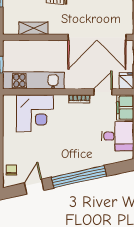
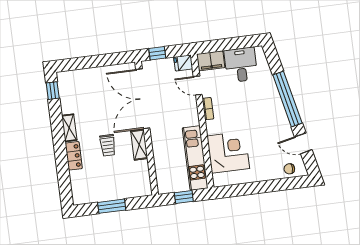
shelving: (33, 28) -> (139, 145), moved
double door: (97, 37) -> (143, 99), swing flipped

